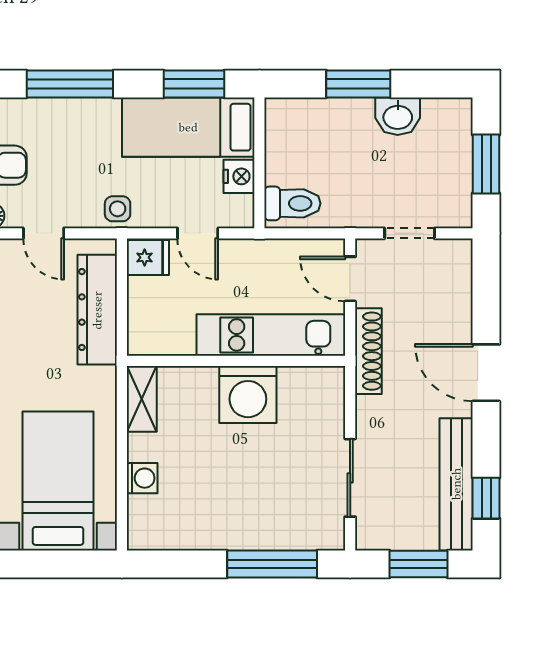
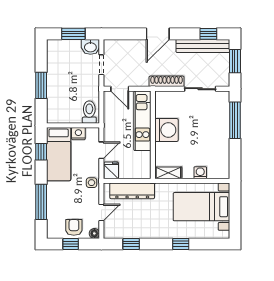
window: (194, 84) -> (41, 152), width x0.67
washbasin: (398, 116) -> (90, 47), moved, turned 90
door: (350, 279) -> (120, 89), hinge flipped
shoe rack: (368, 351) -> (167, 81), moved

